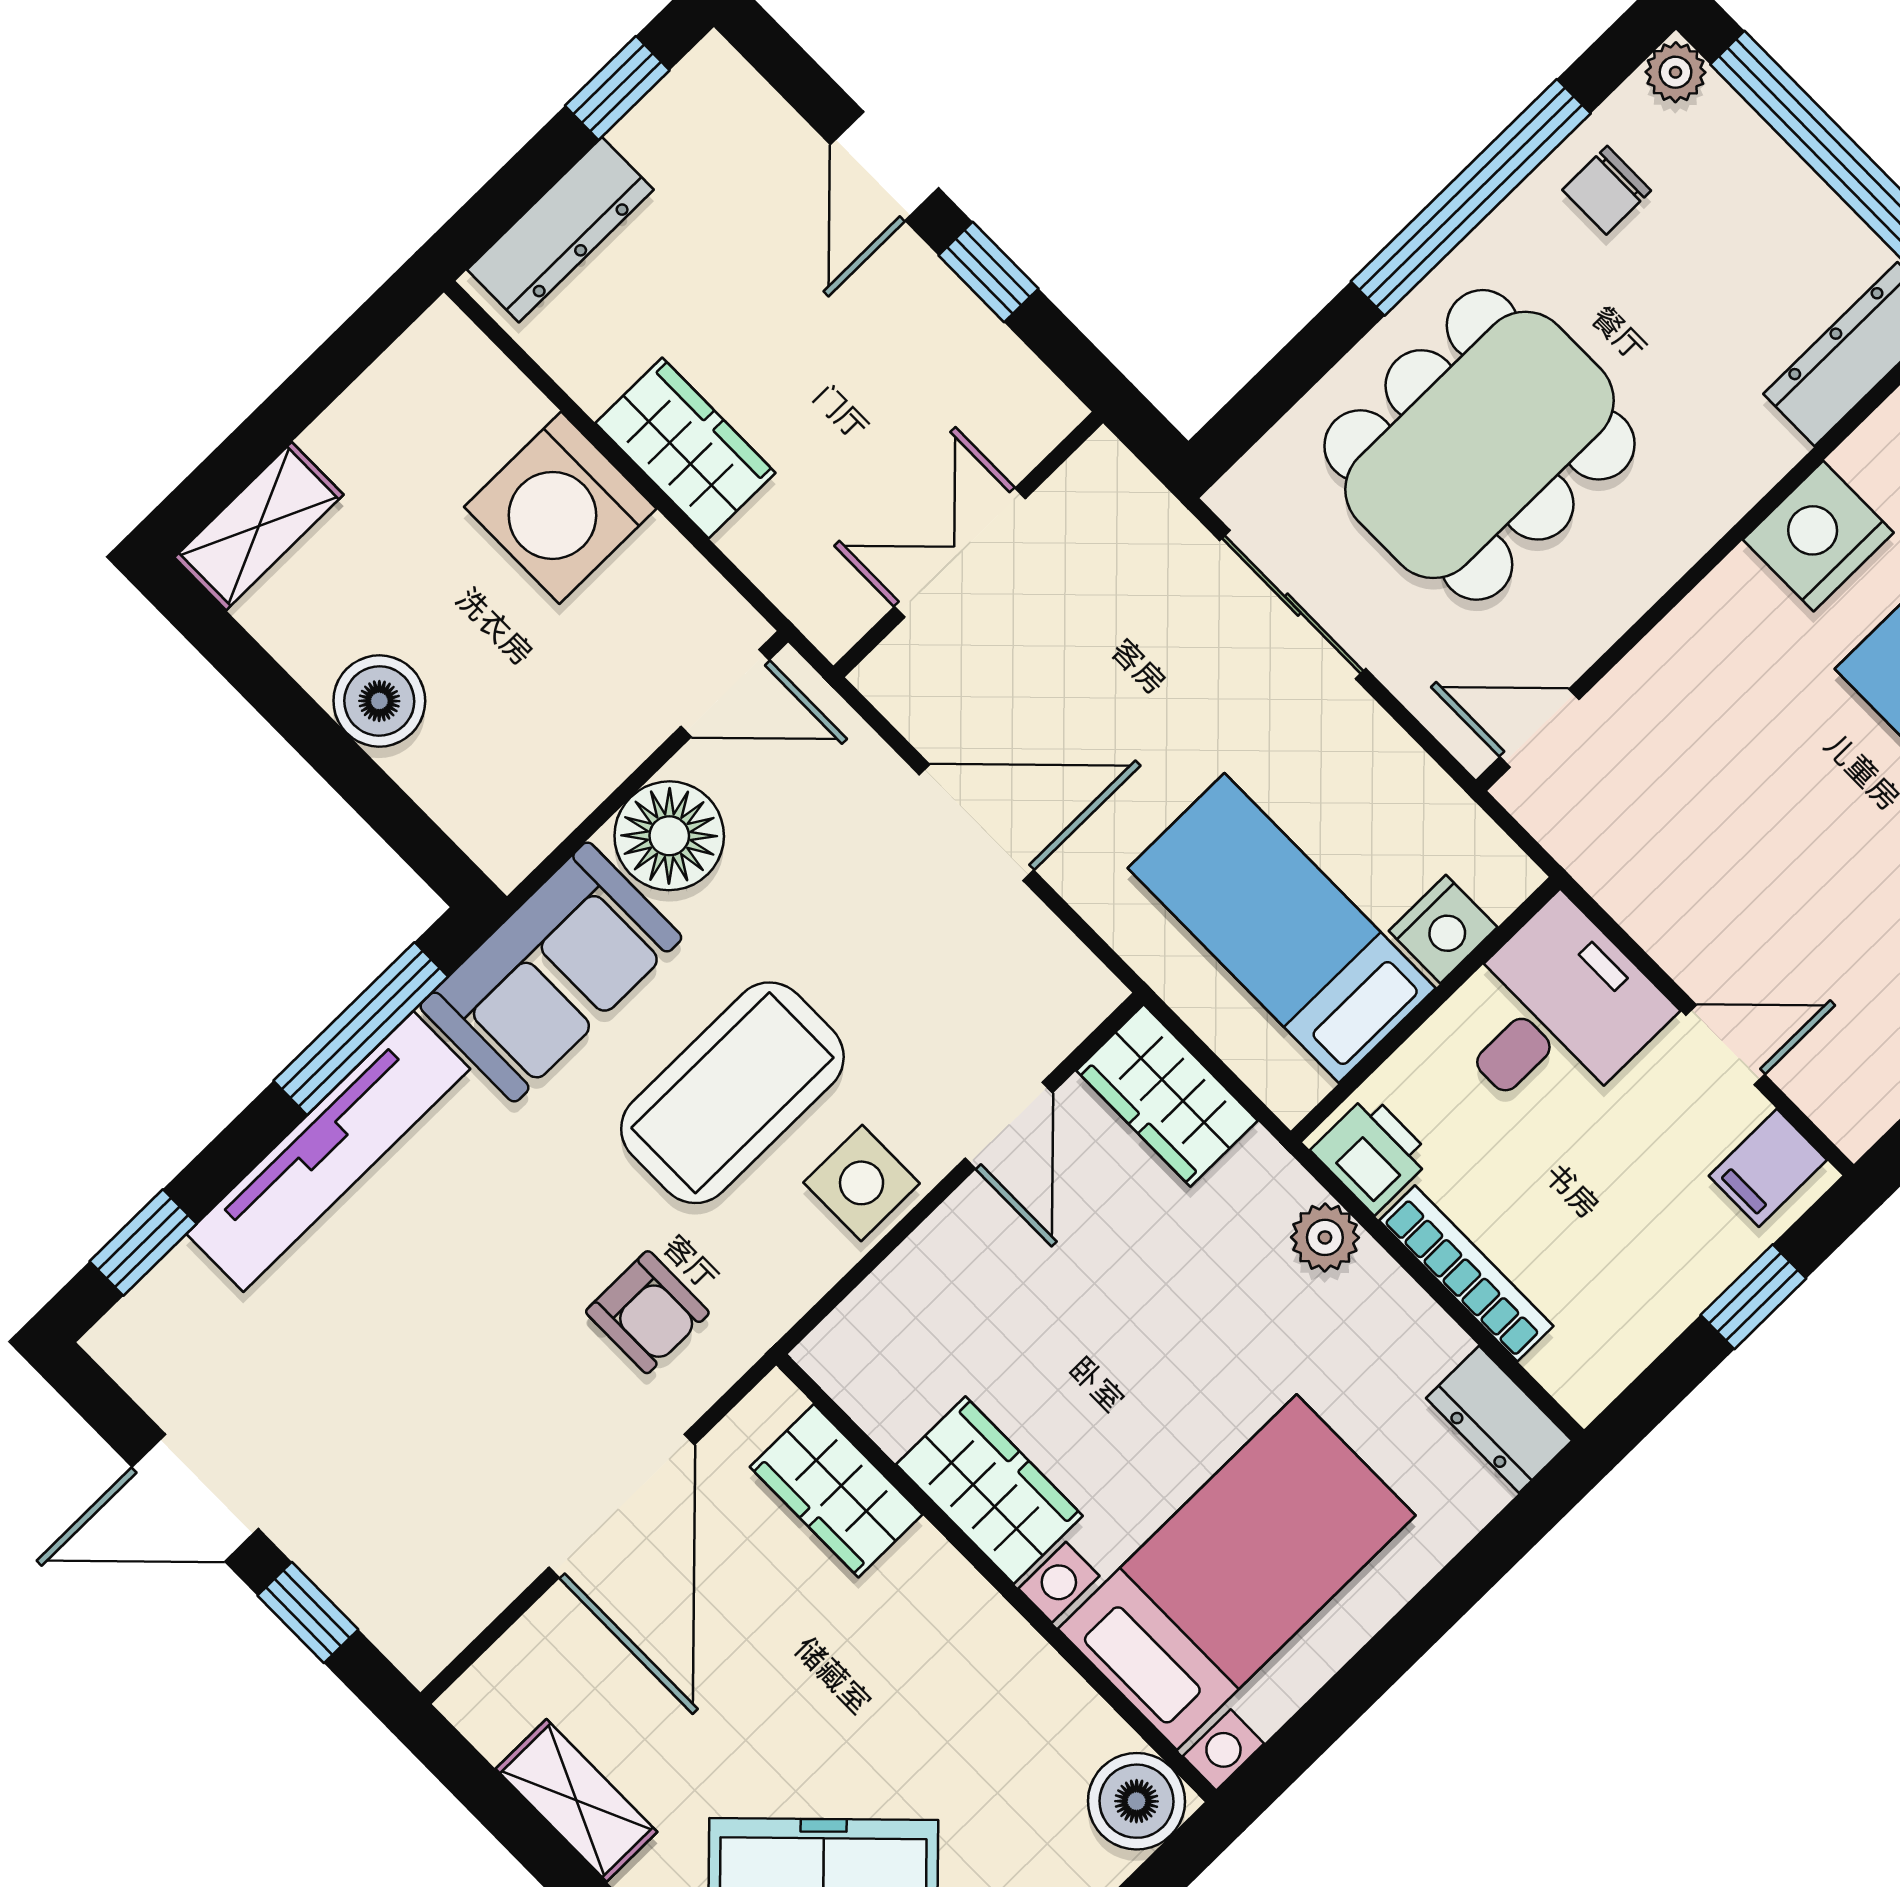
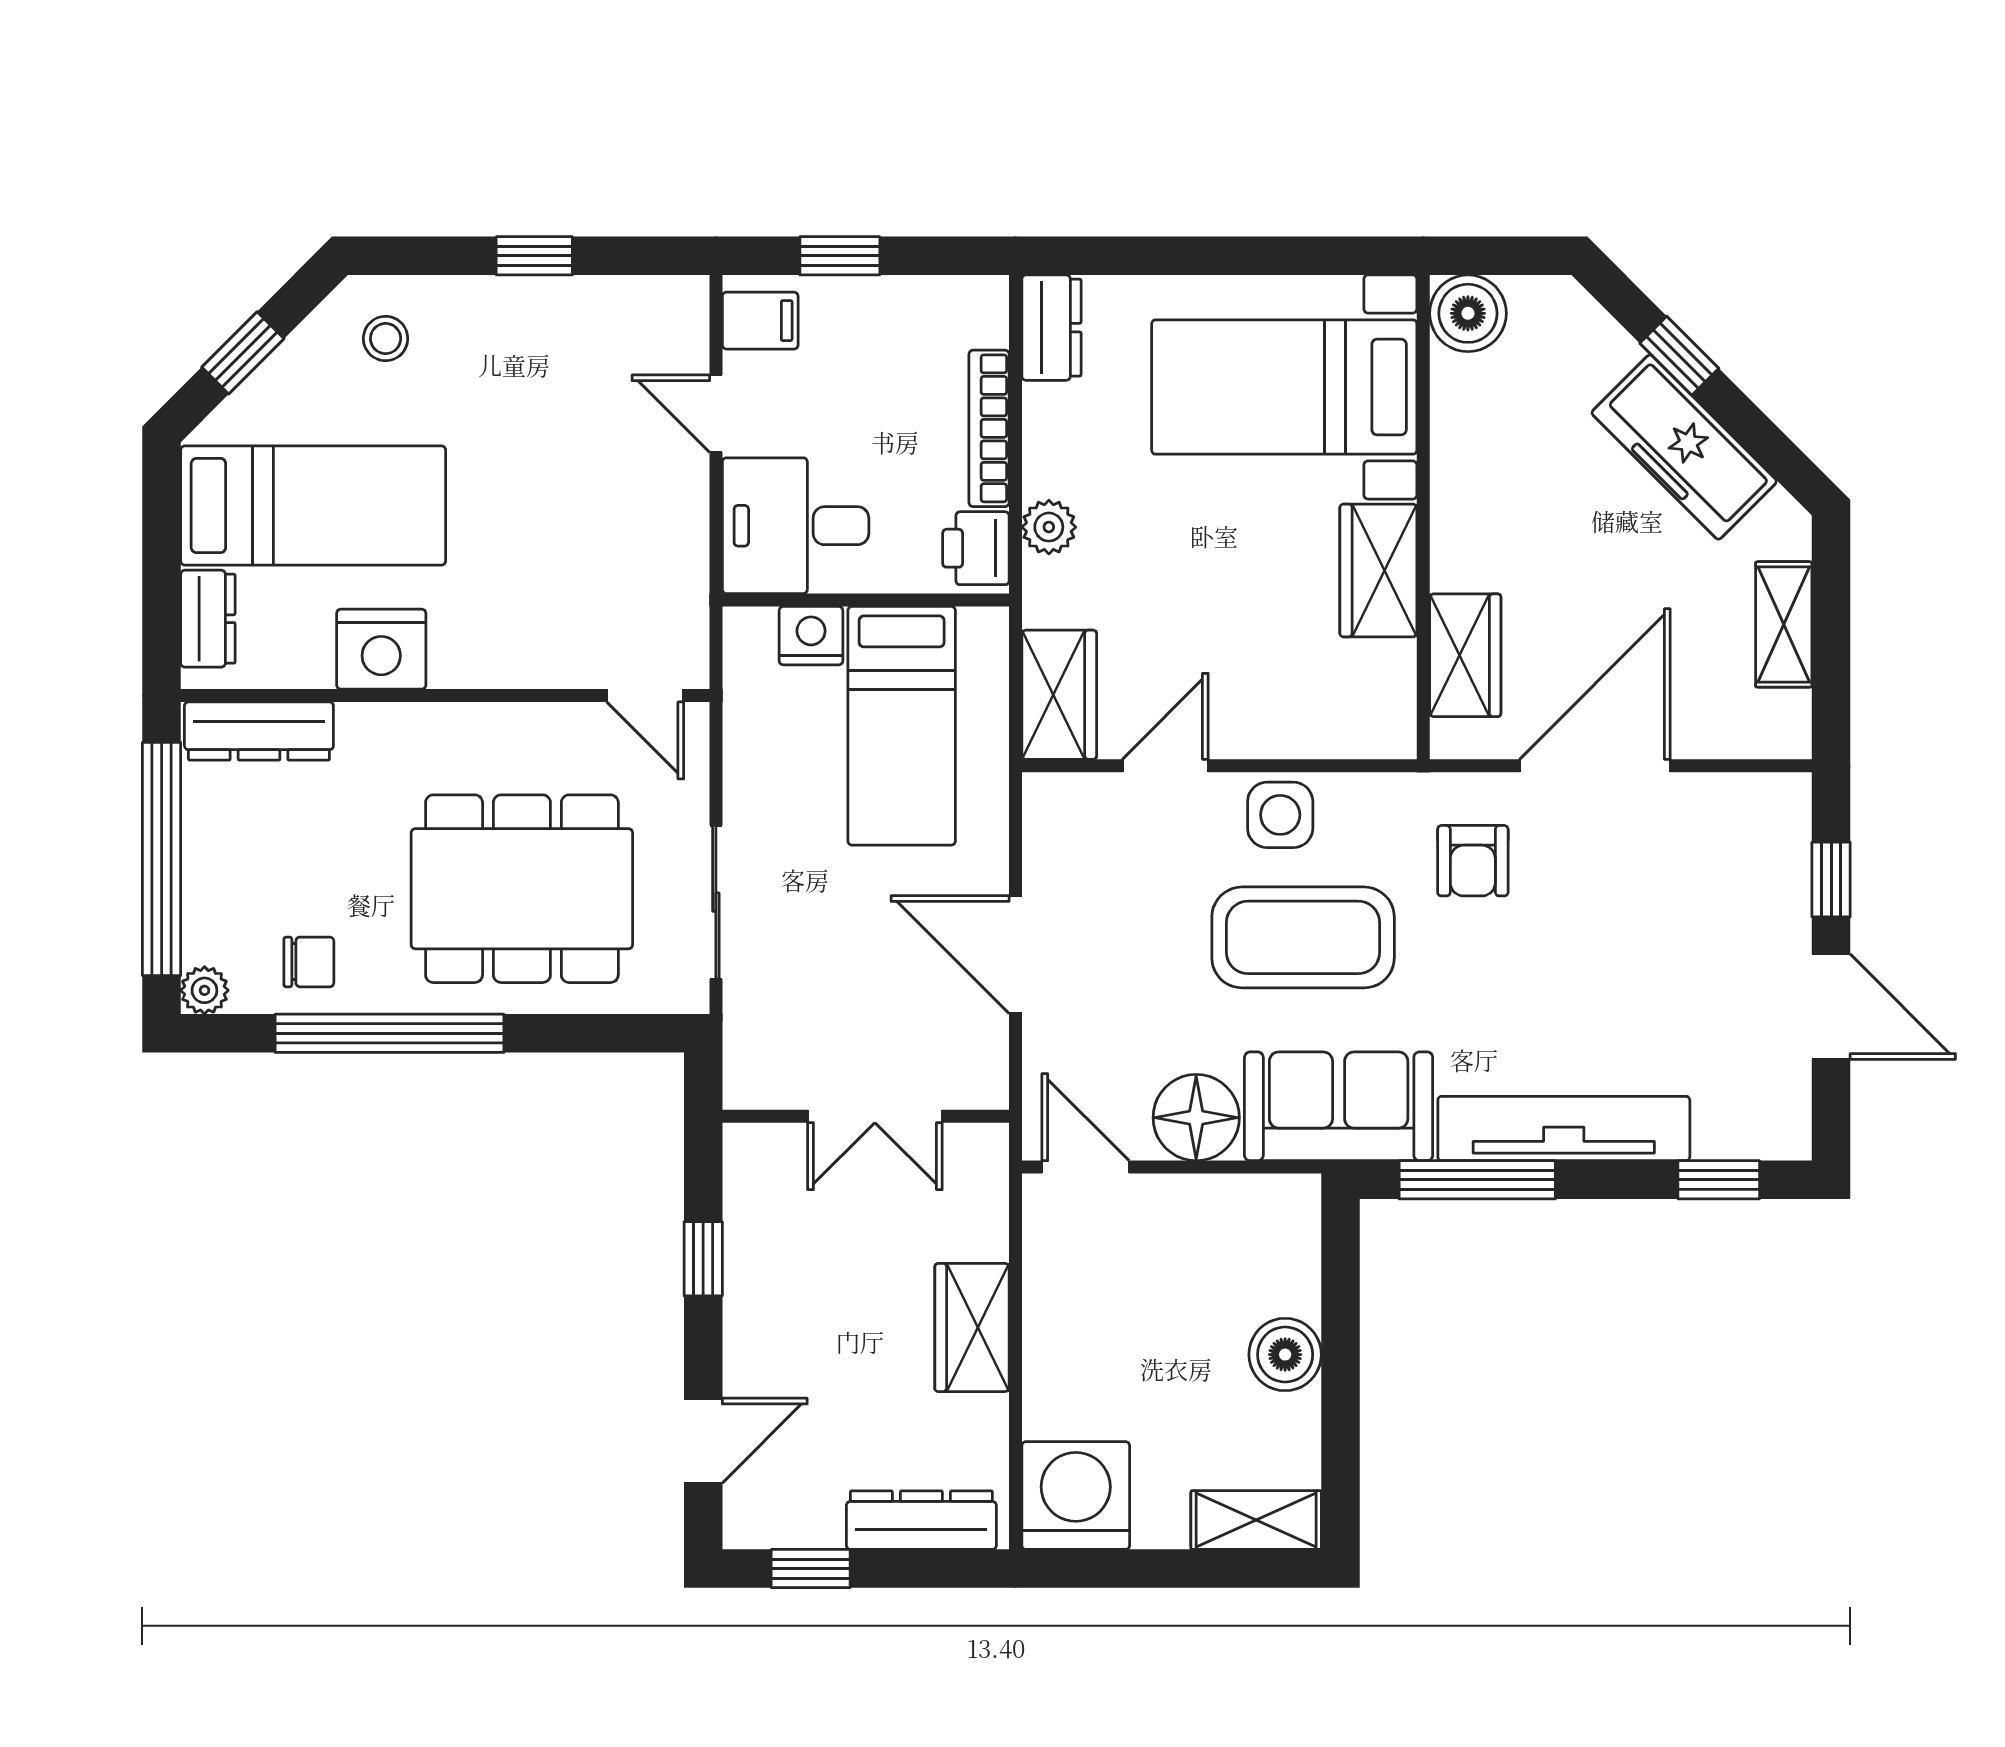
door: (884, 166) -> (703, 1441), moved
washing machine: (560, 508) -> (1076, 1496), moved, turned -90
armchair: (647, 1312) -> (1473, 861), turned 180

